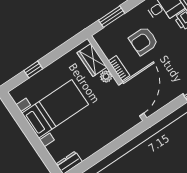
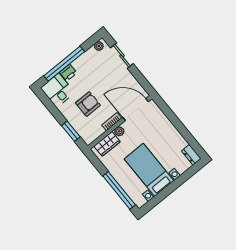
armchair: (143, 41) -> (88, 104), turned -90
window: (33, 70) -> (119, 190), width x3.17

